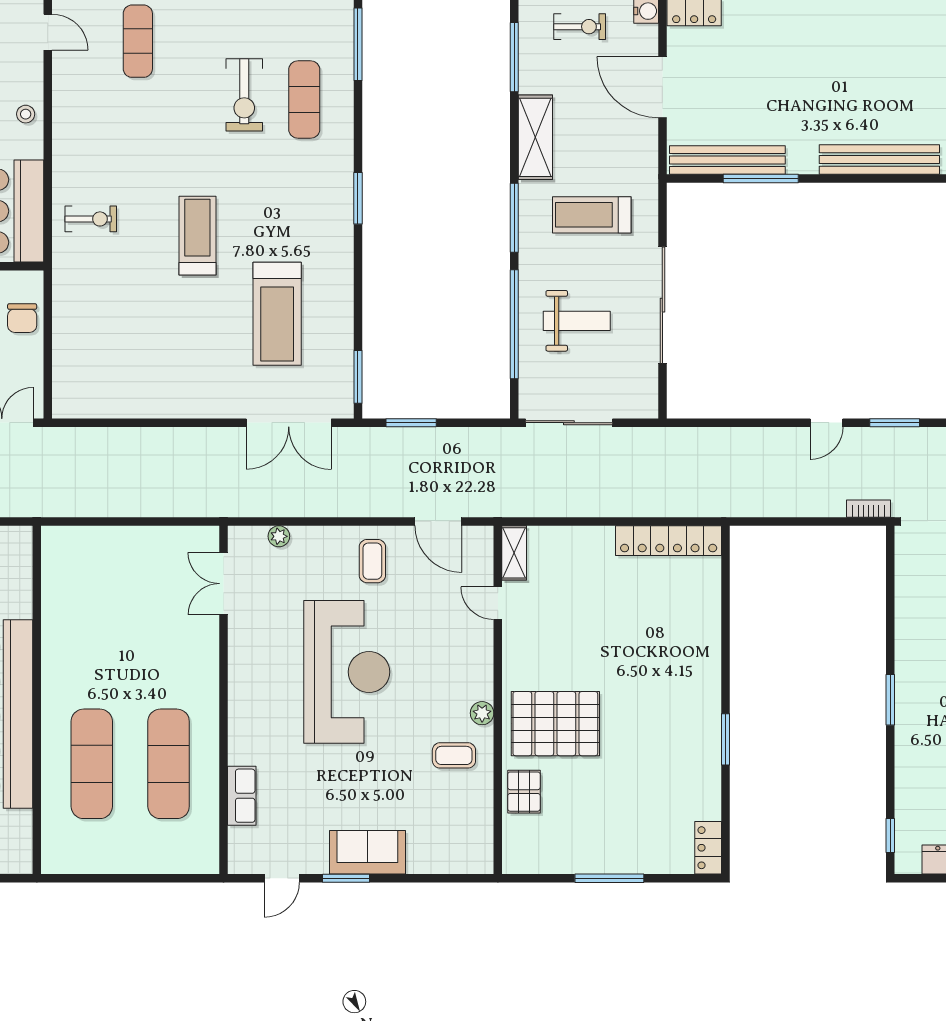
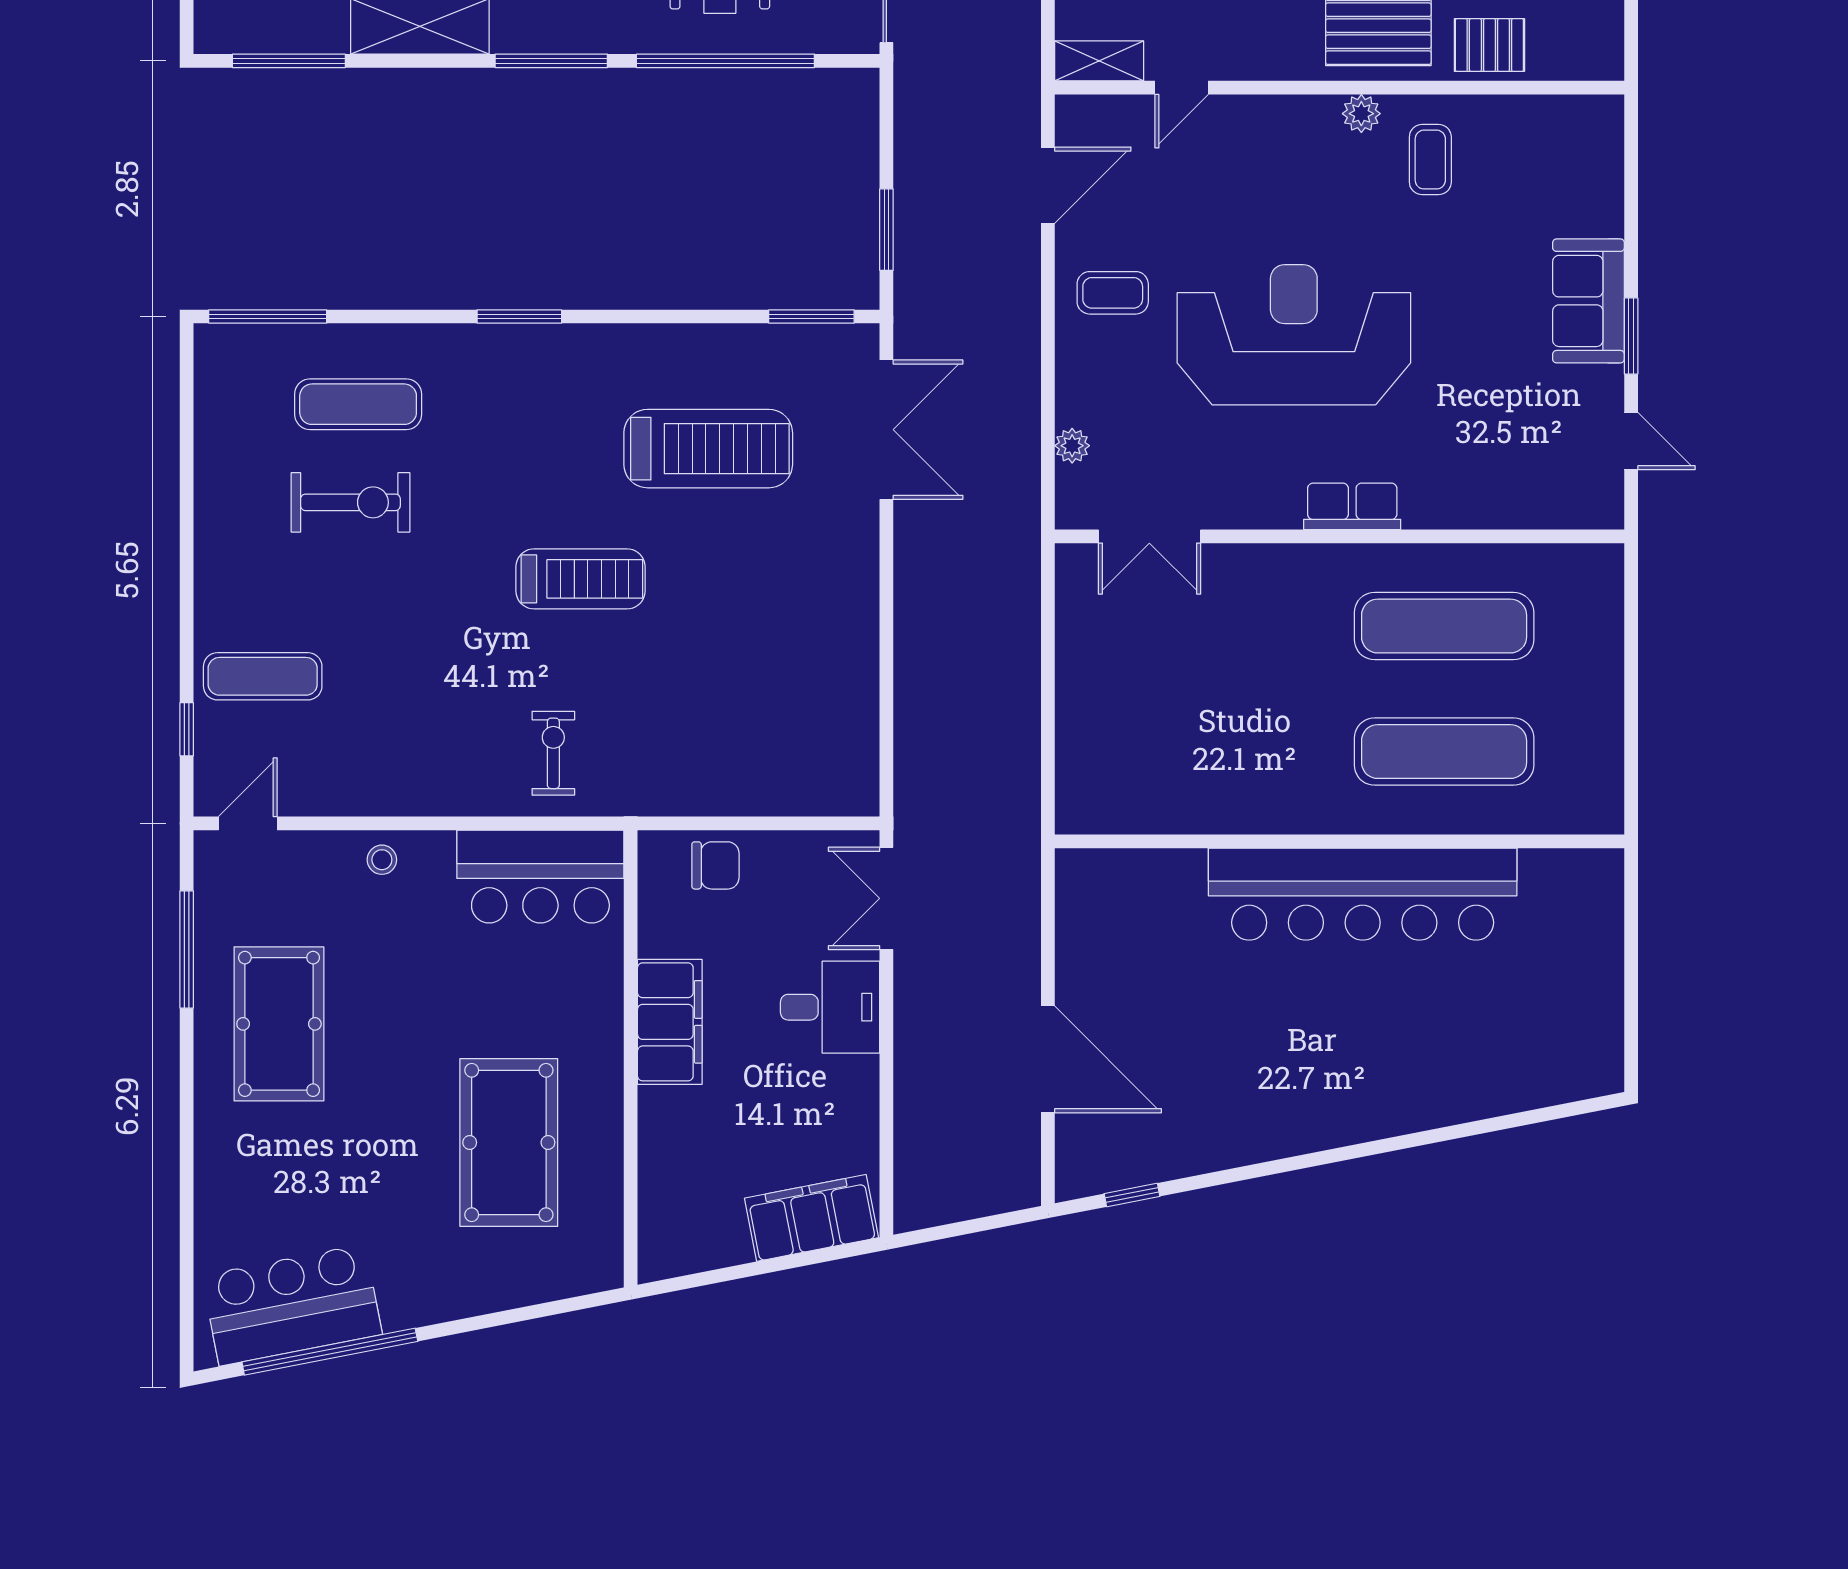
treadmill: (197, 236) -> (581, 579), turned 180
row of seats: (242, 796) -> (1352, 506), moved

